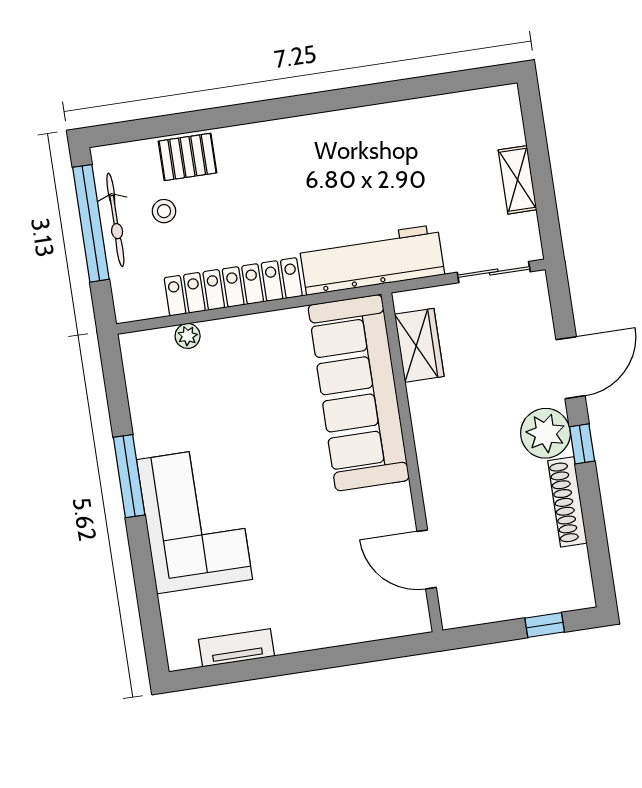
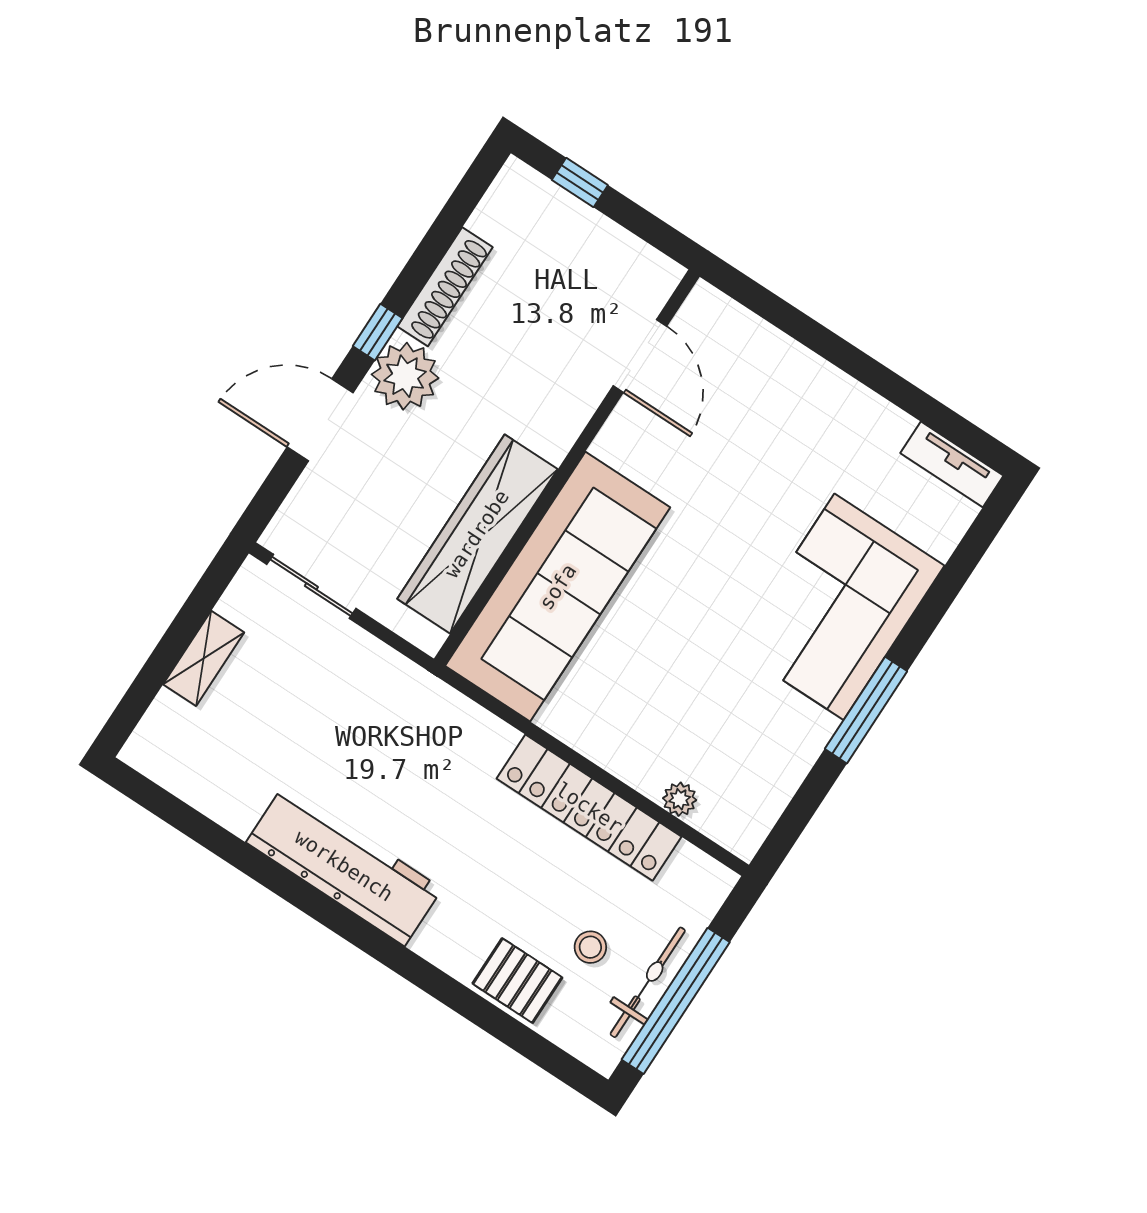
workbench: (372, 260) -> (344, 866), moved, turned 180
wardrobe: (419, 345) -> (477, 534), width x2.10, depth x1.17
tv unit: (237, 648) -> (952, 464), moved

